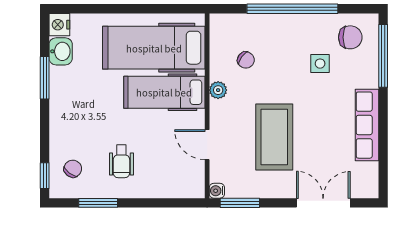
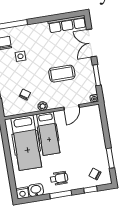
window: (45, 78) -> (61, 194), moved
row of seats: (367, 125) -> (67, 24), moved
coffee table: (274, 137) -> (62, 74), width x0.73, depth x0.76
wheelchair: (121, 161) -> (59, 178), moved
window: (45, 176) -> (90, 190), moved
window: (240, 203) -> (97, 75), moved

